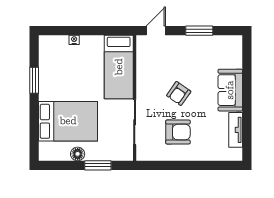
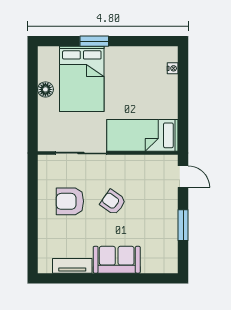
nightstand: (74, 40) -> (173, 68), moved
window: (34, 80) -> (94, 41), moved
armchair: (178, 132) -> (70, 201), turned 90
window: (98, 165) -> (33, 112), removed

